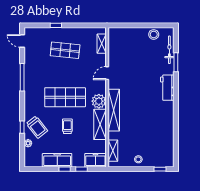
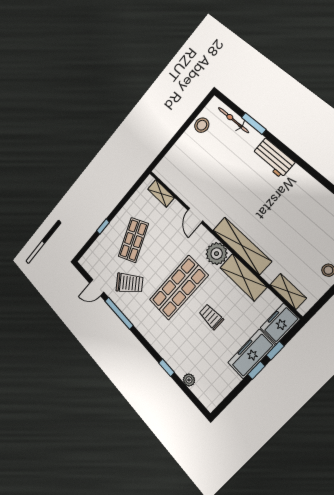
door: (22, 41) -> (97, 288), moved
shop shelf: (65, 50) -> (133, 240), turned -30
trolley: (37, 127) -> (129, 283), moved
freezer: (57, 160) -> (251, 354), moved

